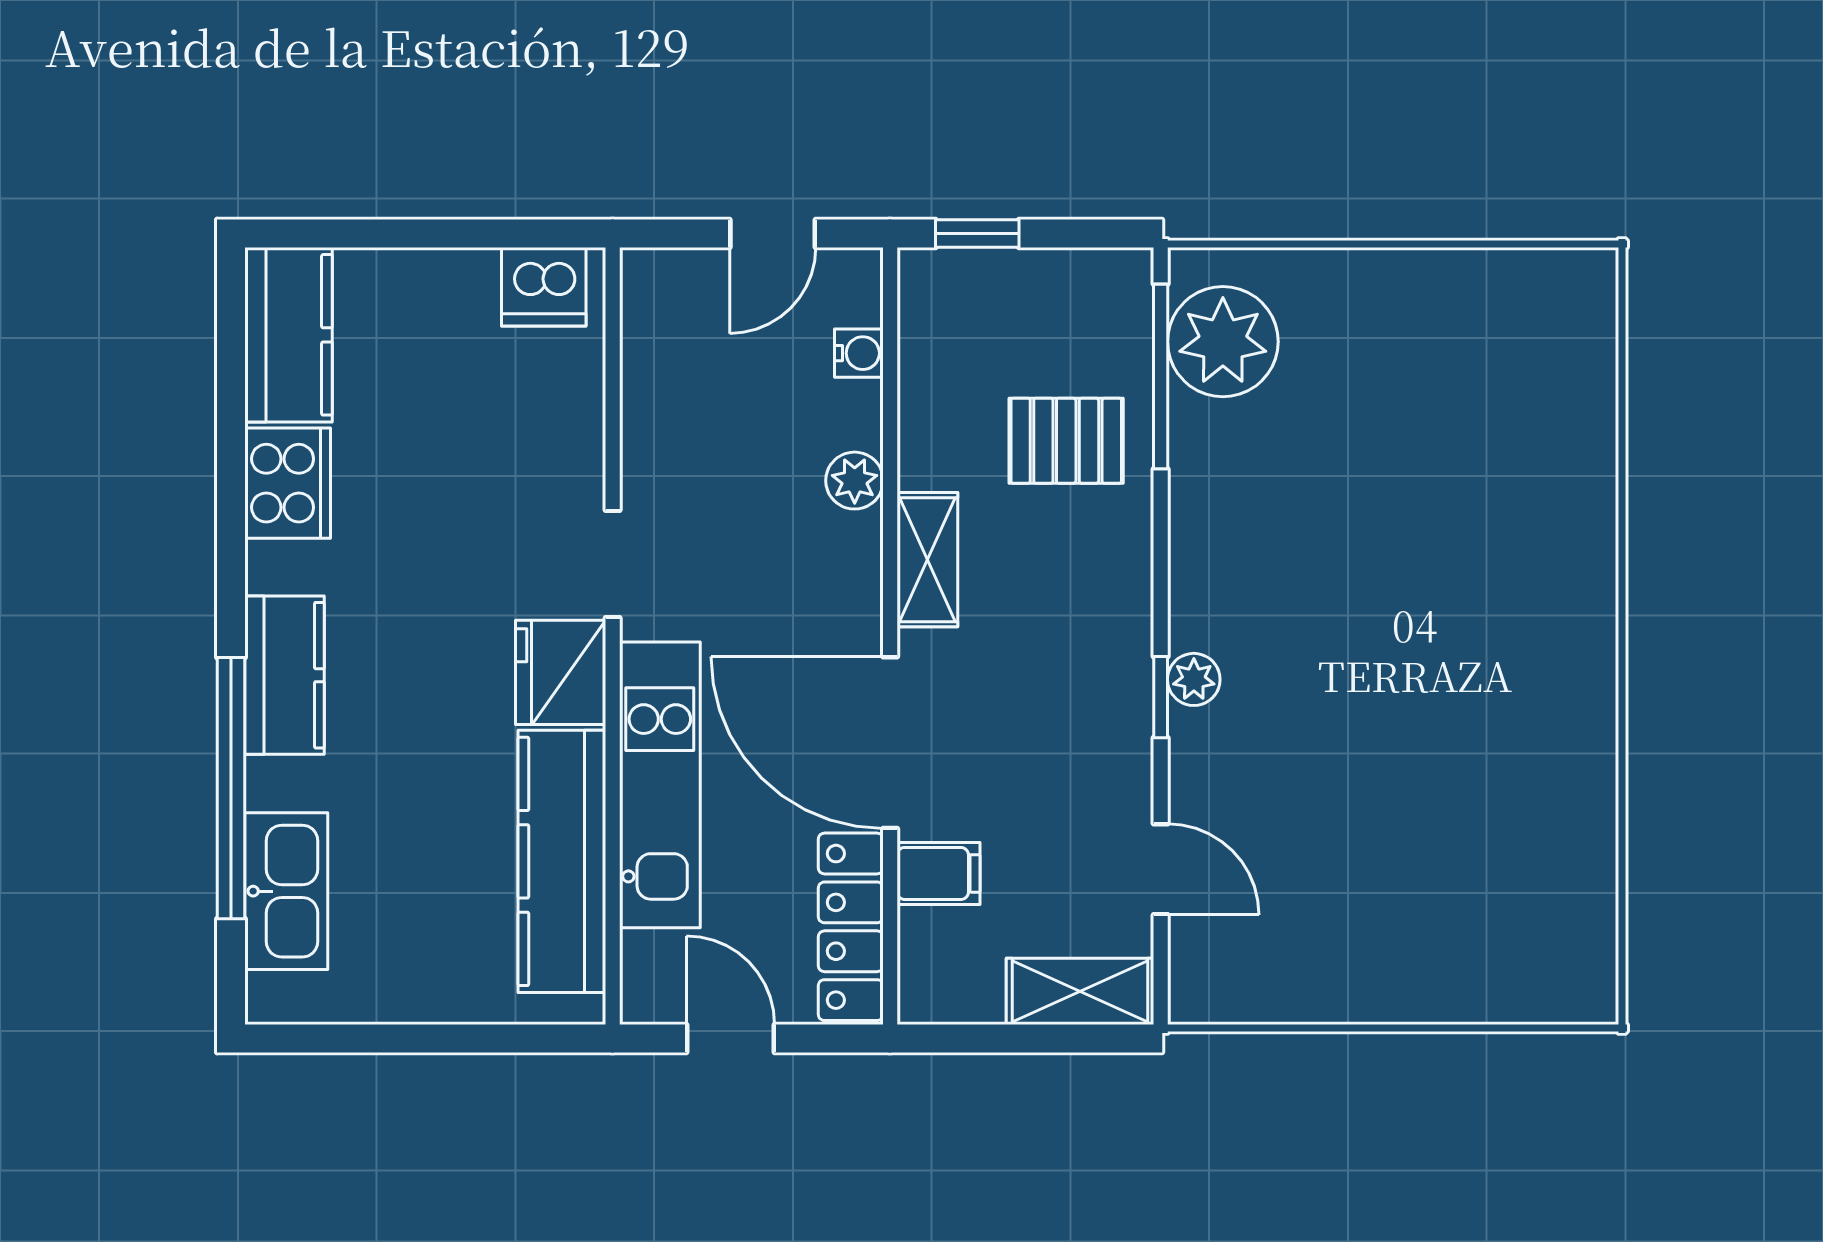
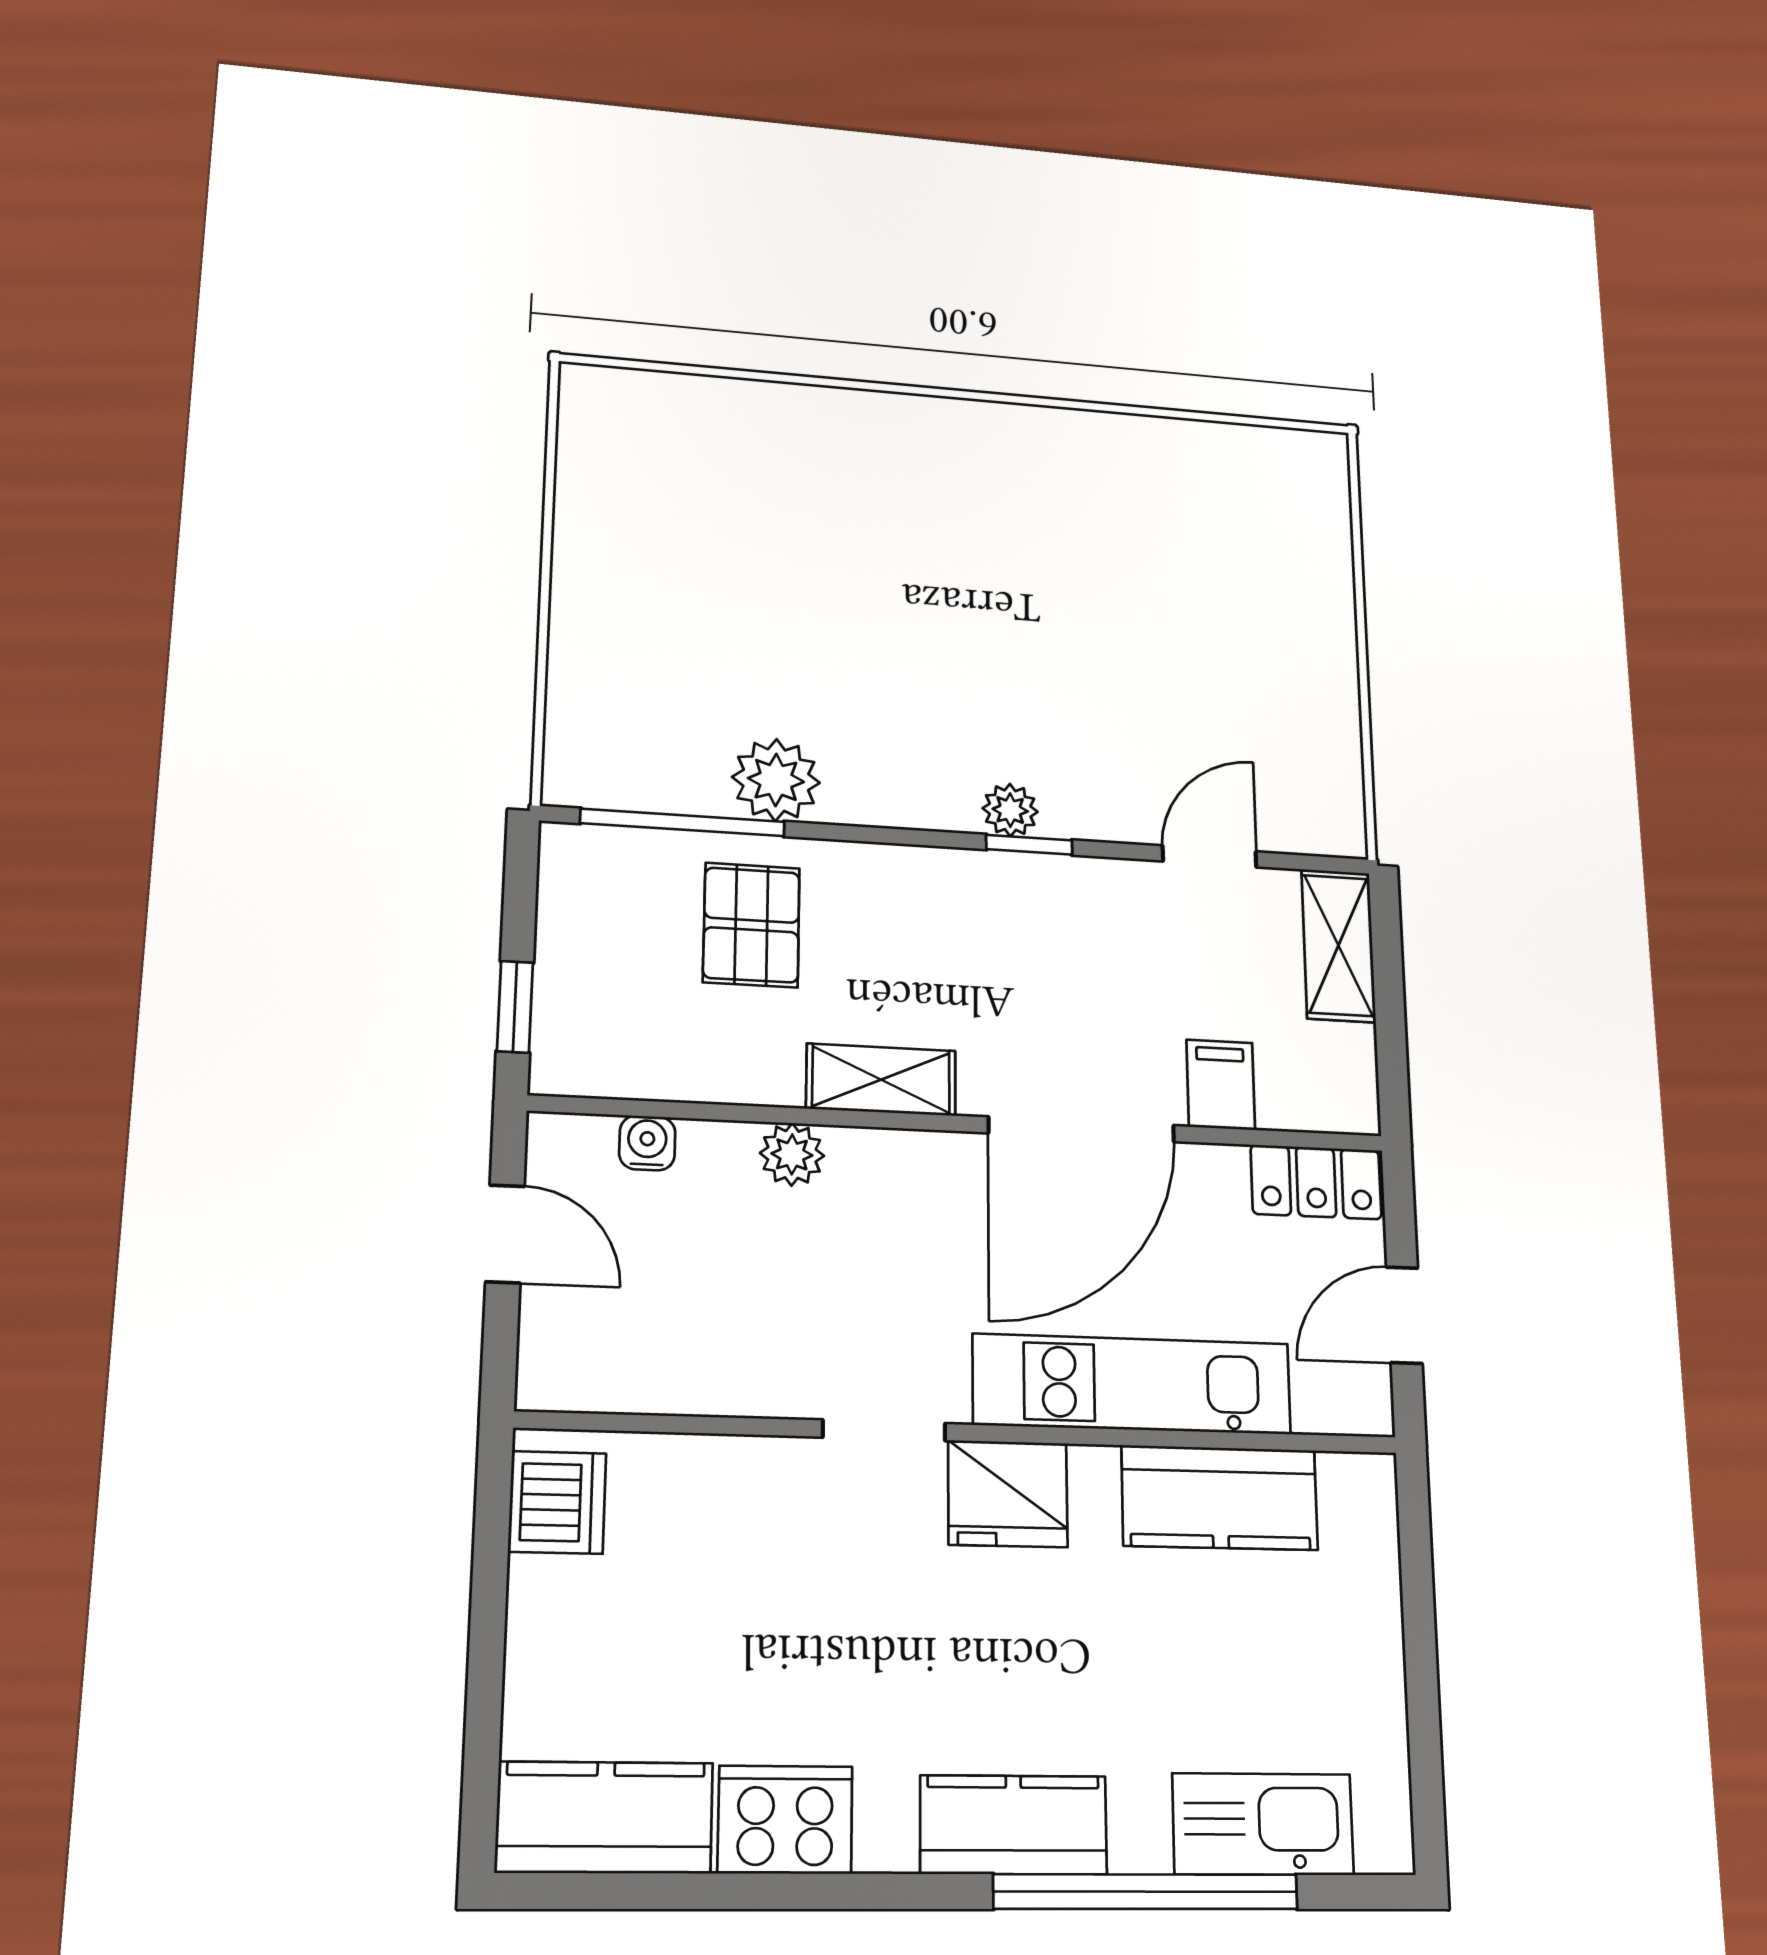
plant: (1223, 342) -> (776, 780), moved, width x0.73, depth x0.73
kitchen counter: (562, 861) -> (1220, 1498), width x0.67
locker: (851, 927) -> (1316, 1182), width x0.66

